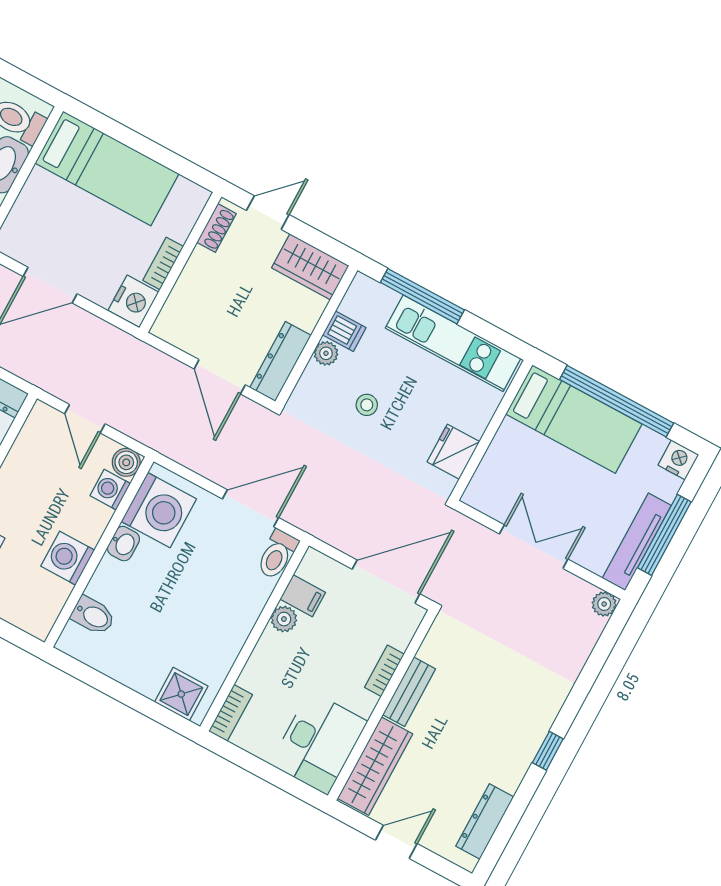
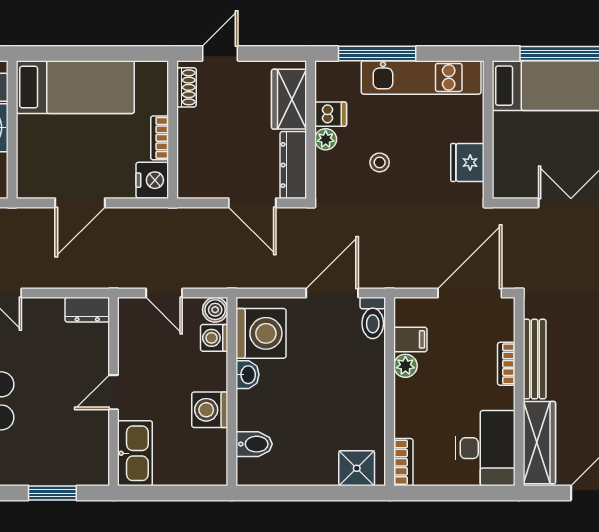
wardrobe: (310, 267) -> (289, 99), moved, turned 90
bench: (409, 692) -> (535, 359), width x1.36

